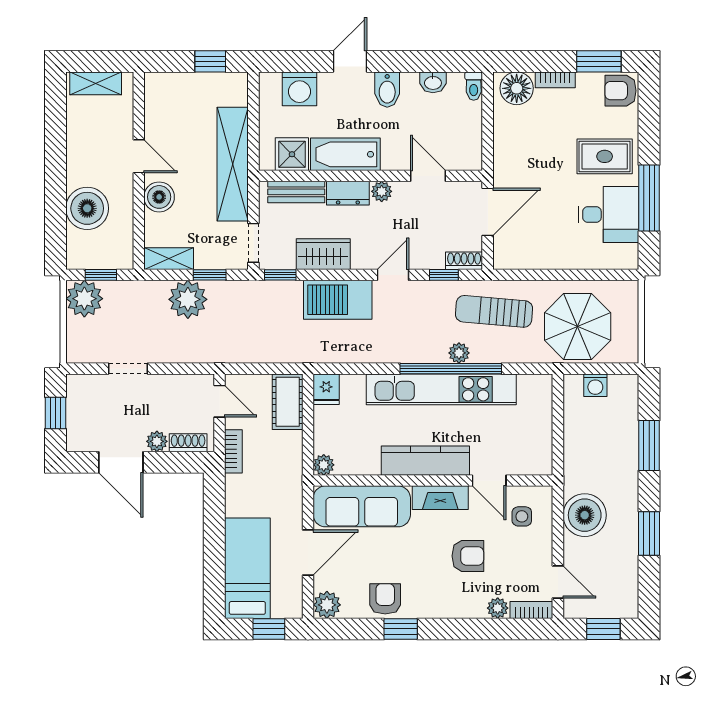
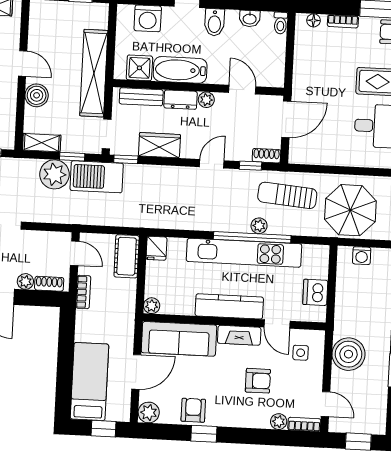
floor lamp: (517, 88) -> (313, 20), width x0.53, depth x0.53
barbecue: (338, 300) -> (97, 177), moved
dishwasher: (537, 436) -> (315, 292), added

